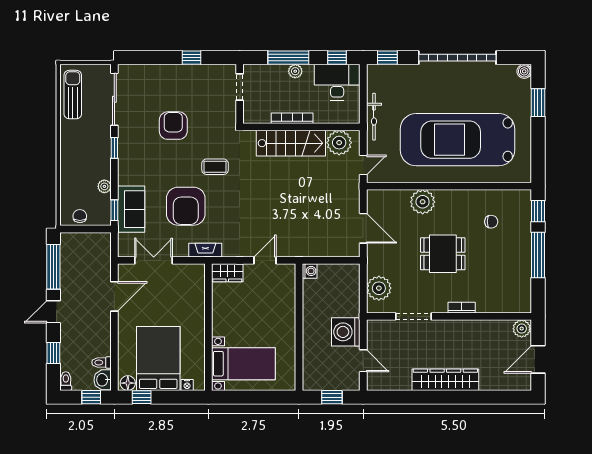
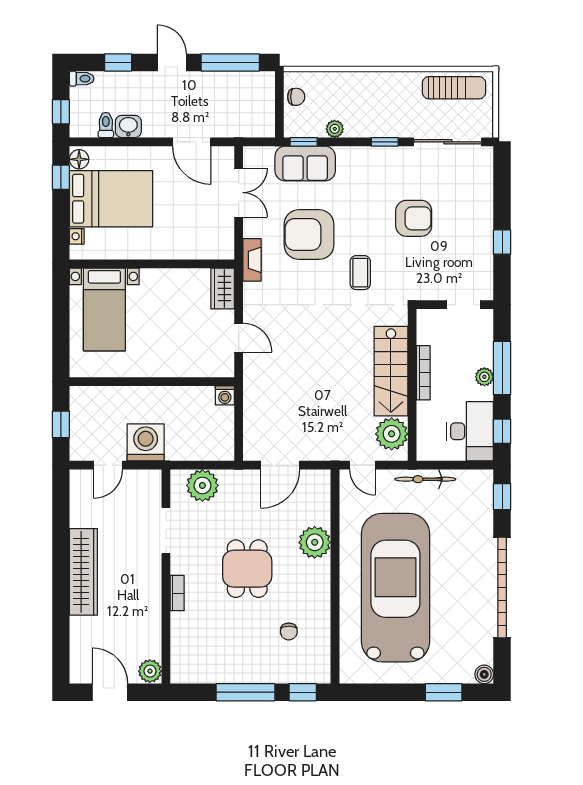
washbasin: (103, 380) -> (128, 126), moved

